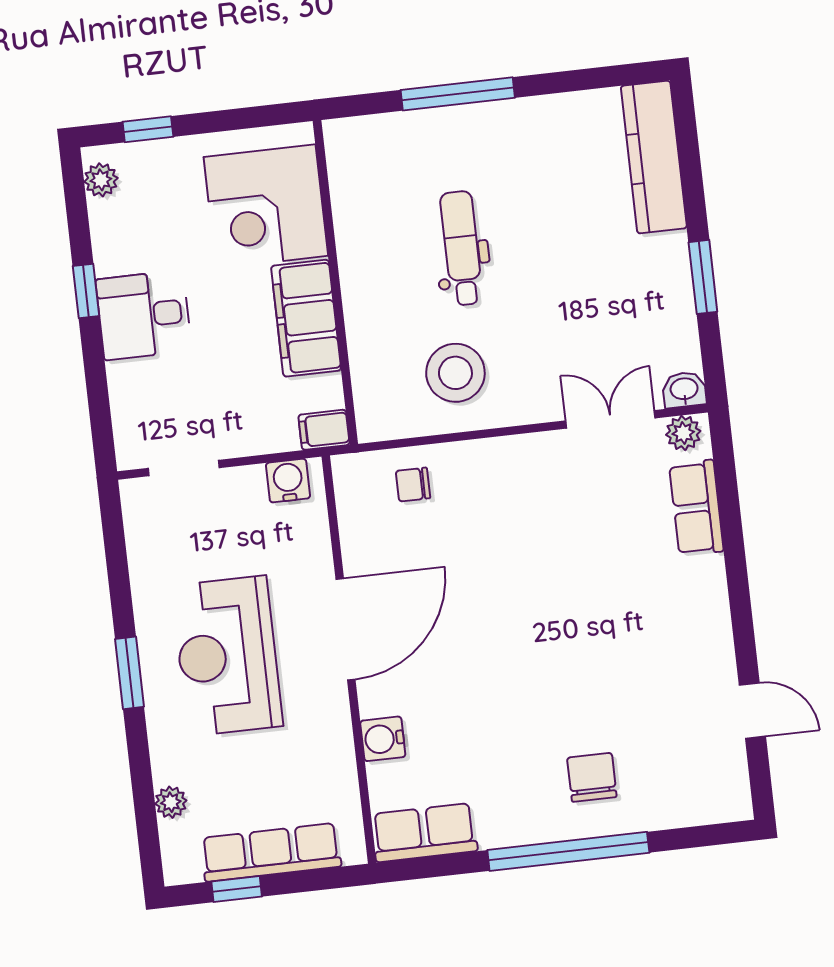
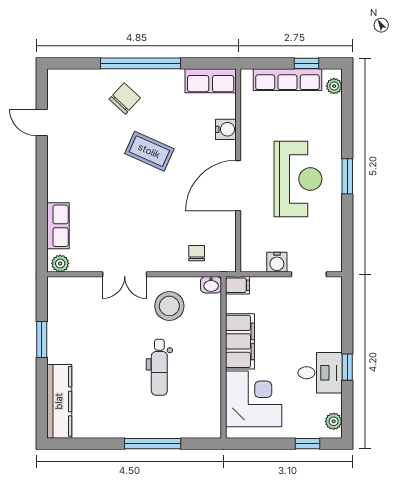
desk: (144, 315) -> (320, 373), moved
washbasin: (684, 390) -> (211, 285), moved
double door: (610, 419) -> (125, 274), moved
water cooler: (288, 481) -> (277, 262), moved
chair: (413, 485) -> (197, 253), turned -90
coffee table: (531, 678) -> (149, 151), added
chair: (592, 777) -> (125, 99), turned -137
plant: (171, 802) -> (334, 86), moved

